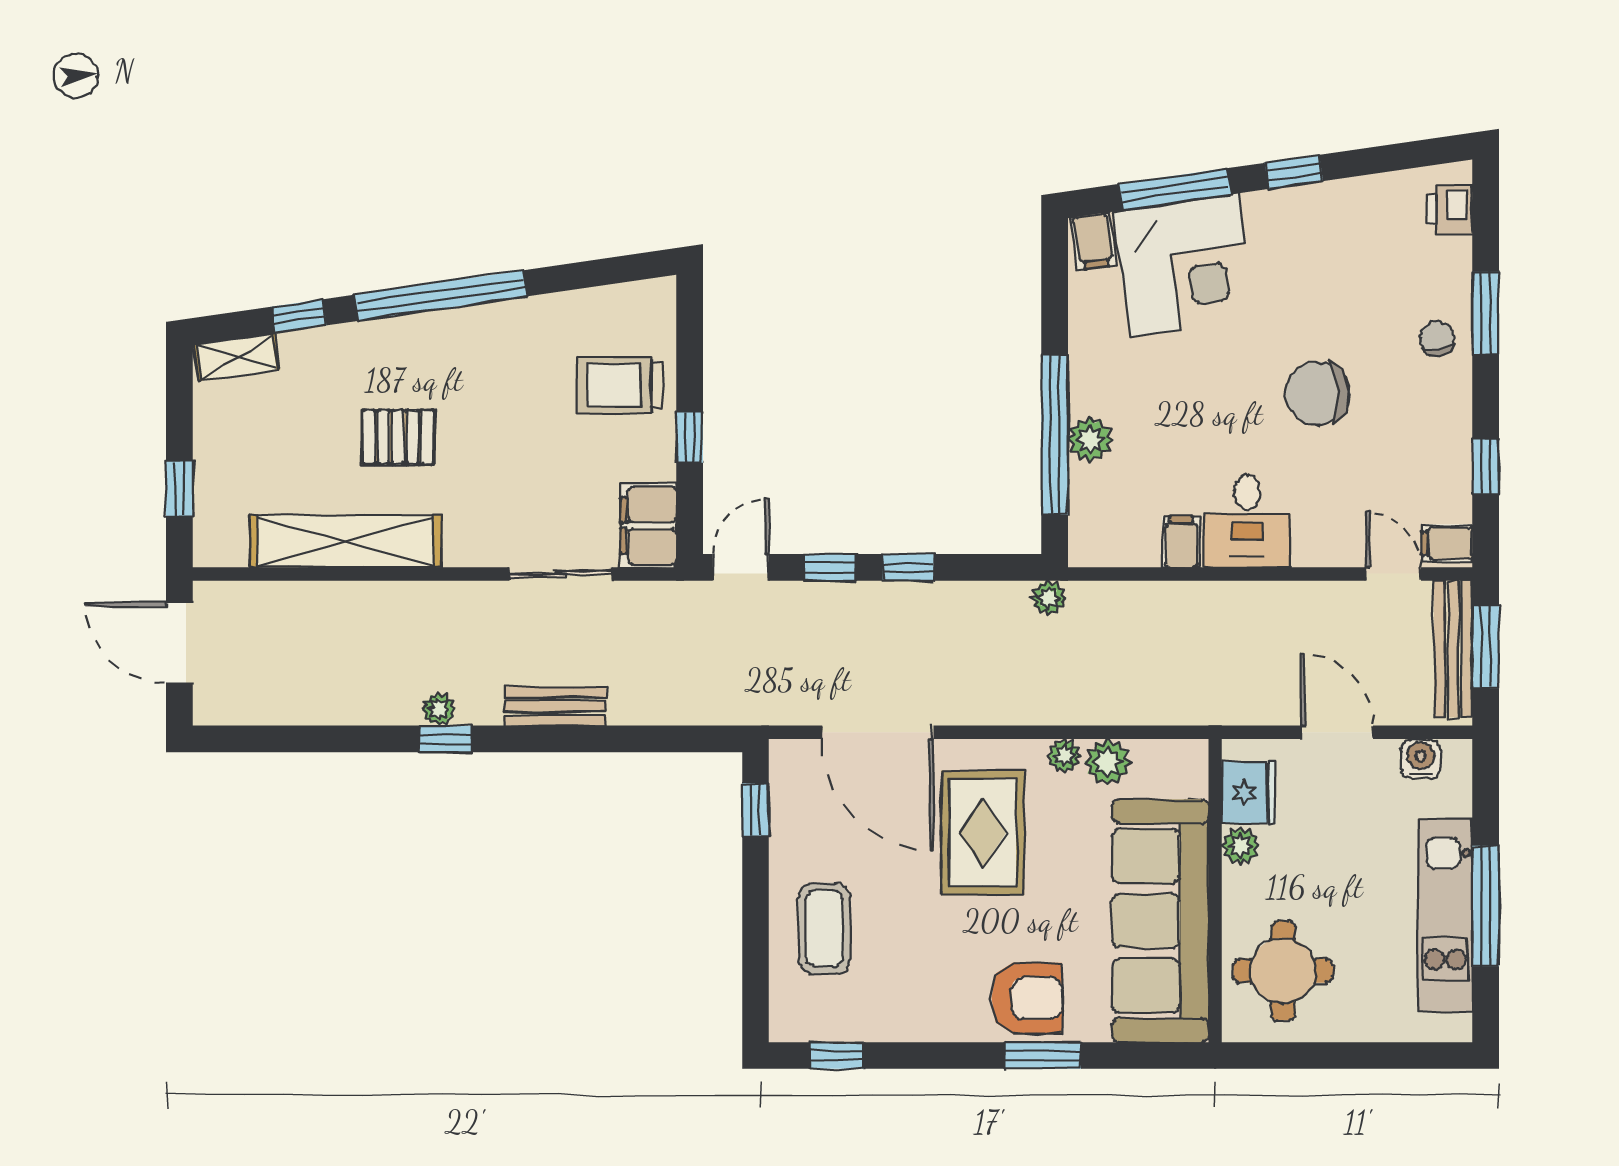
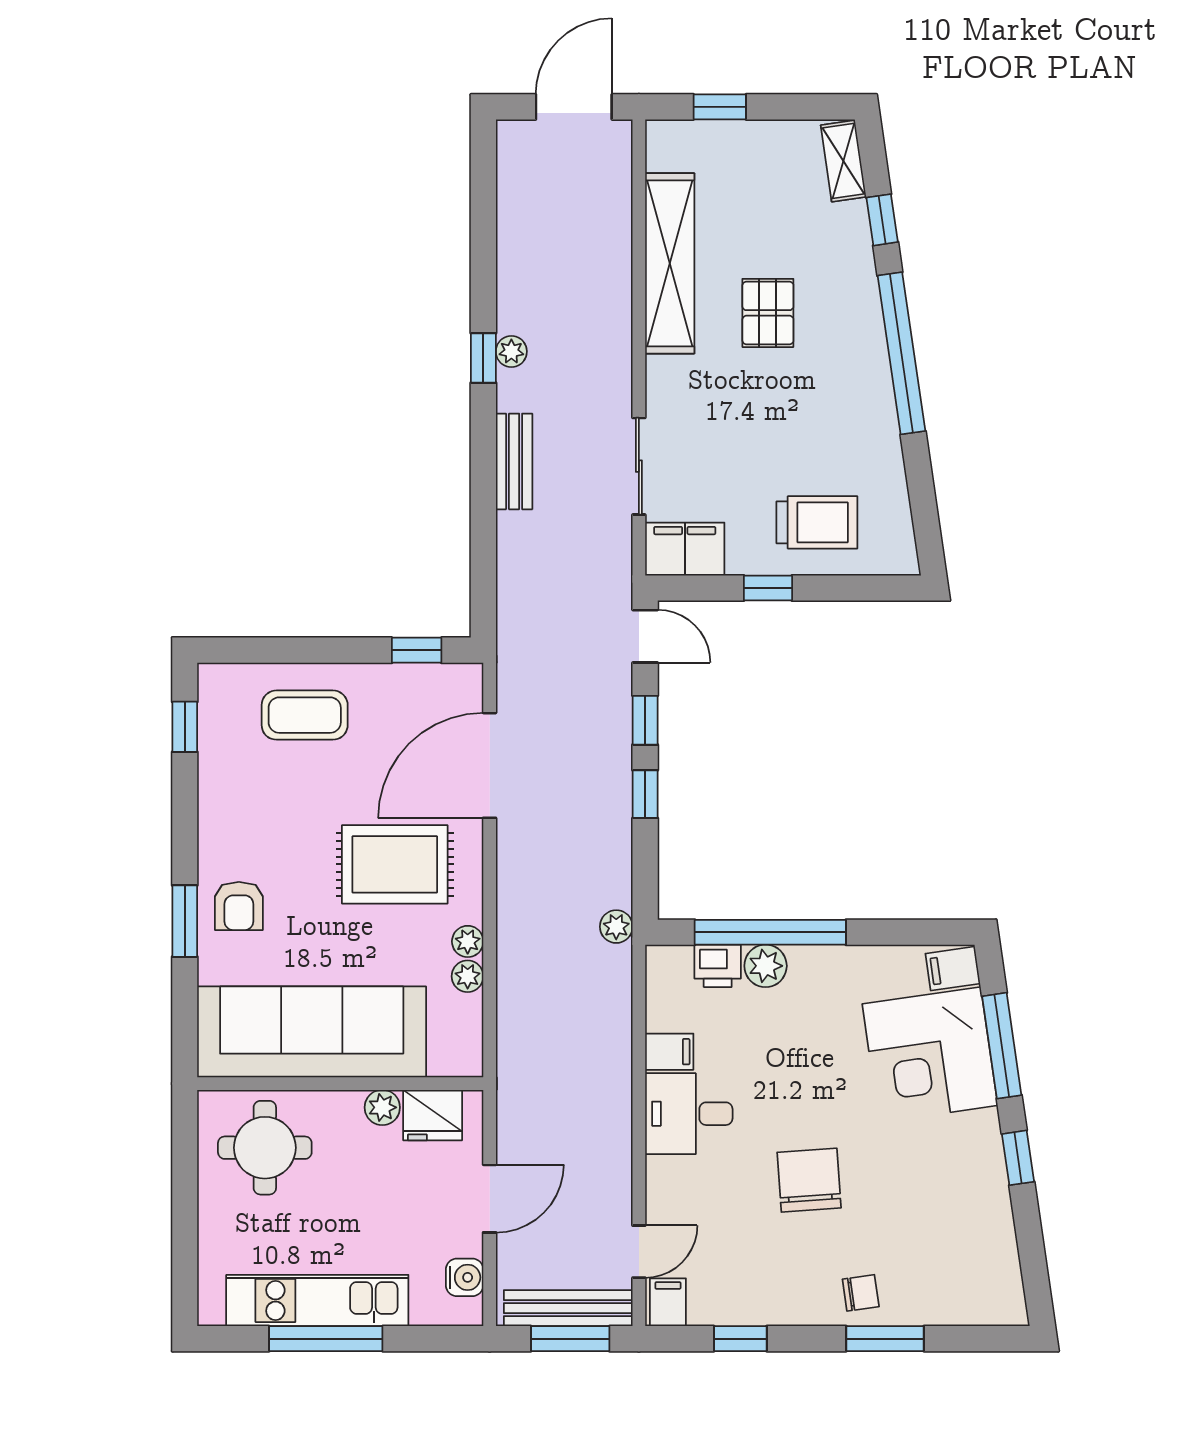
printer: (1450, 209) -> (718, 966), moved, turned 180
trolley: (620, 385) -> (817, 522), turned 90
plant: (1108, 762) -> (468, 976), width x0.73, depth x0.73
armchair: (1027, 998) -> (239, 906), width x0.72, depth x0.72

